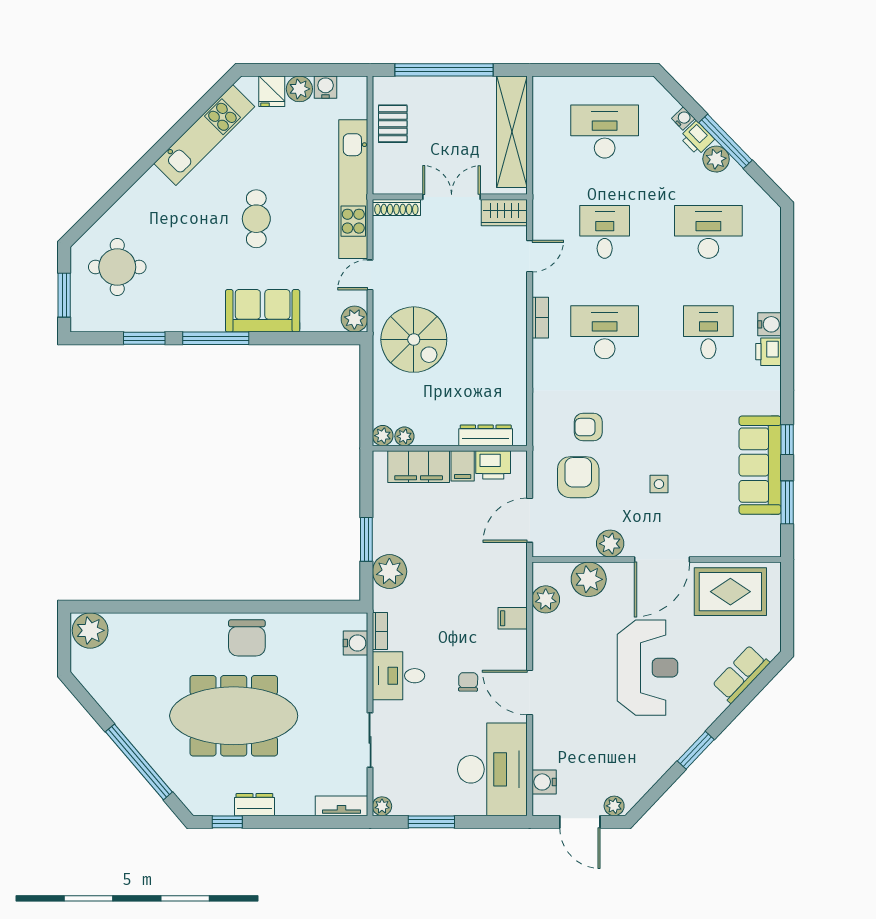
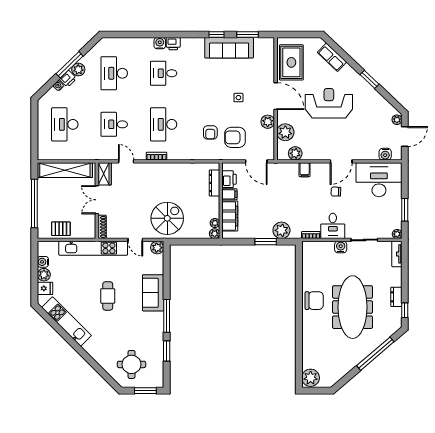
cafe table: (256, 219) -> (108, 296), turned 90
water cooler: (356, 643) -> (341, 247), moved

